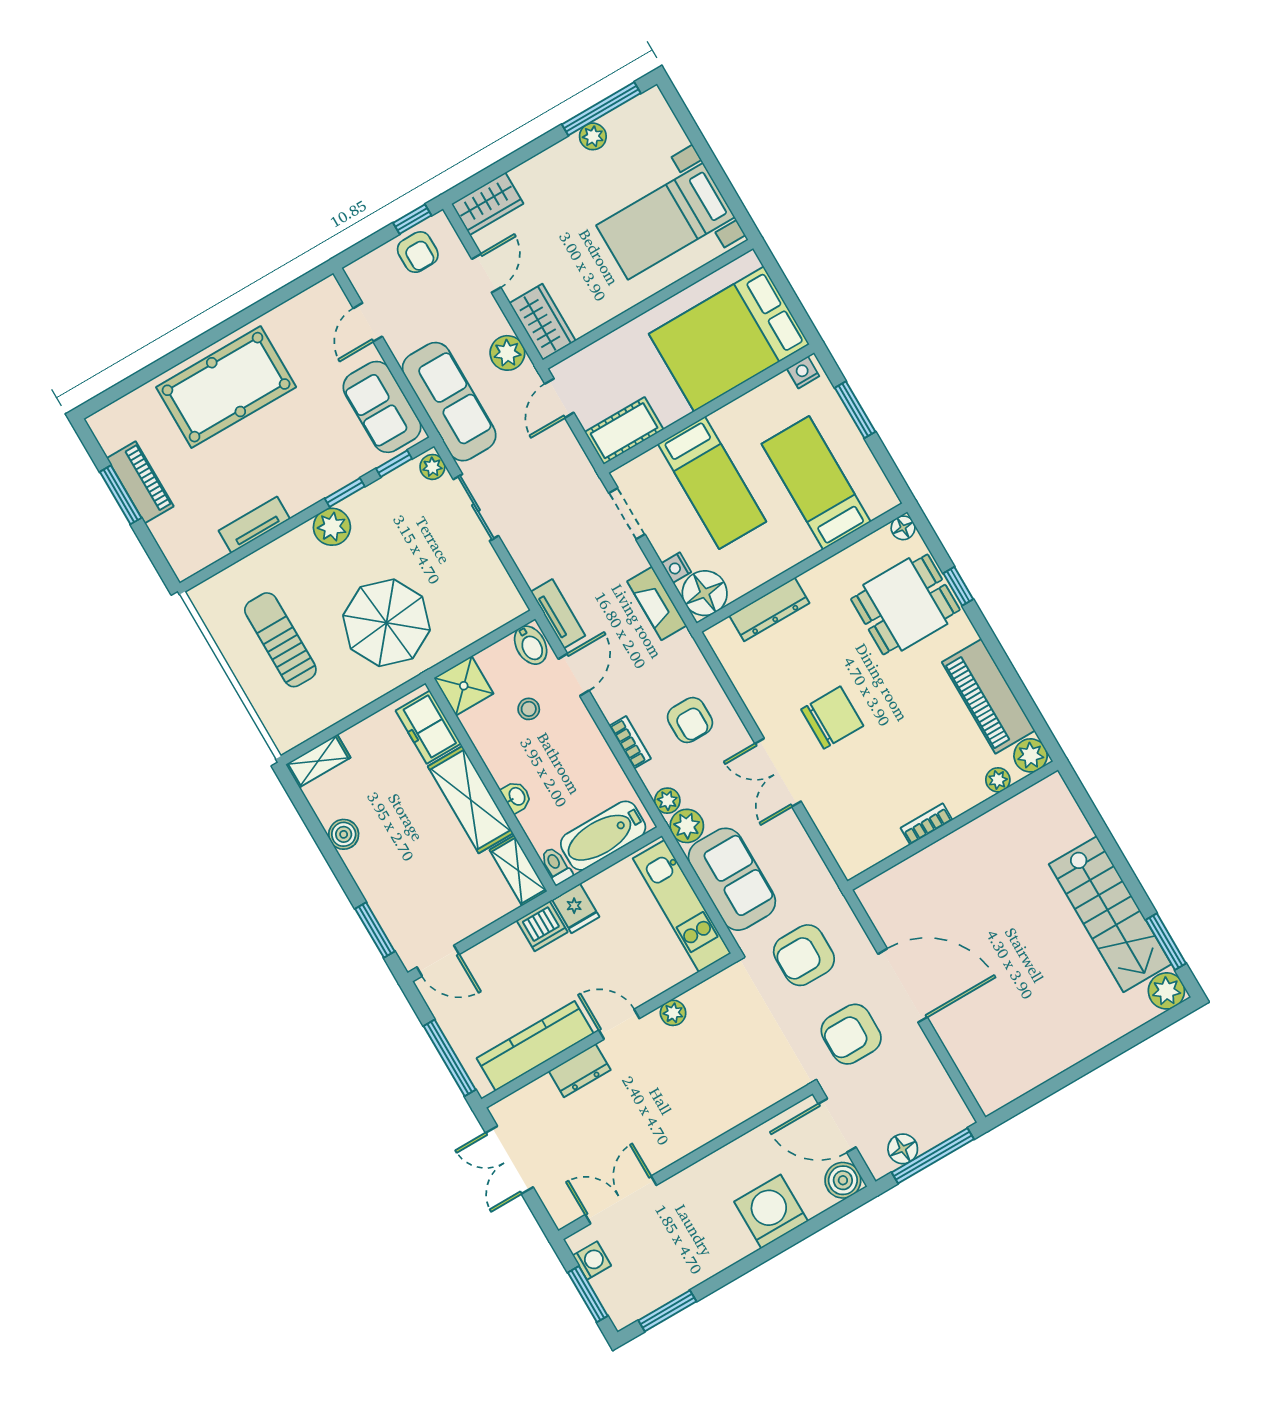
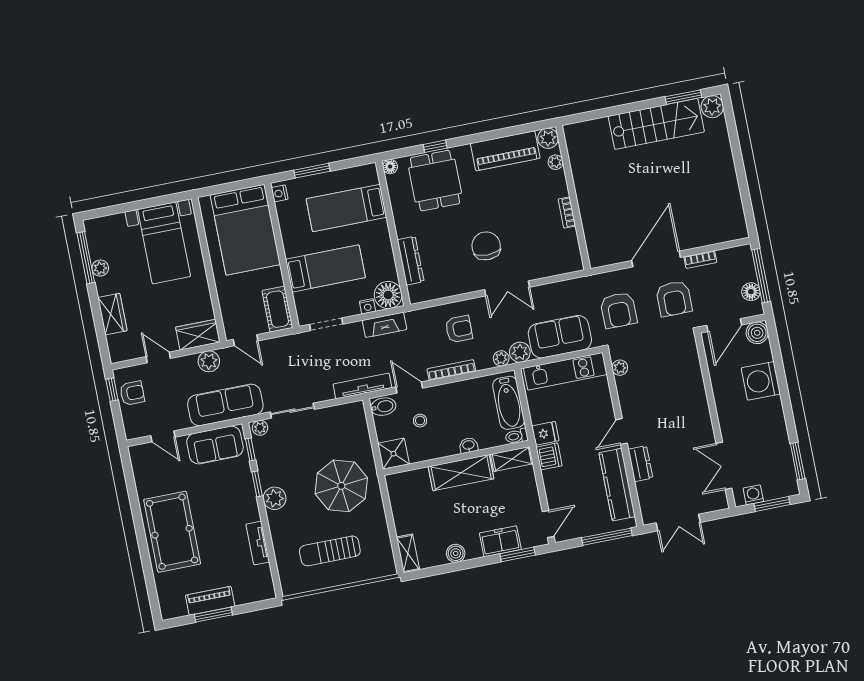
wardrobe: (487, 204) -> (112, 314), moved
tv unit: (558, 614) -> (362, 386), width x1.41
freezer: (428, 727) -> (500, 541), moved, turned 180
bookcase: (630, 742) -> (451, 370), width x1.56
plant: (673, 1013) -> (620, 368), moved
bookcase: (925, 1054) -> (700, 260), added

